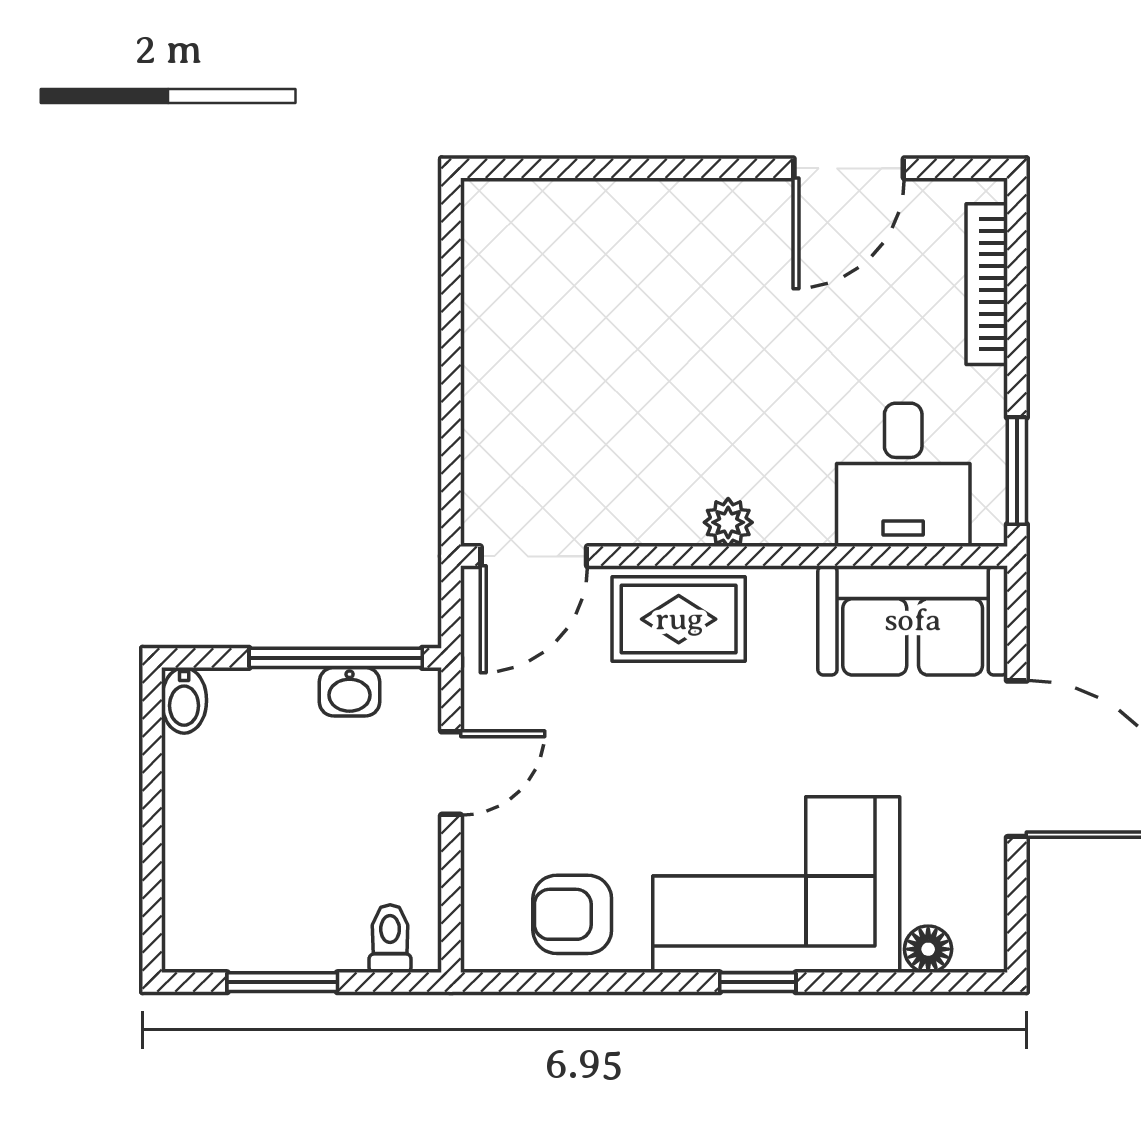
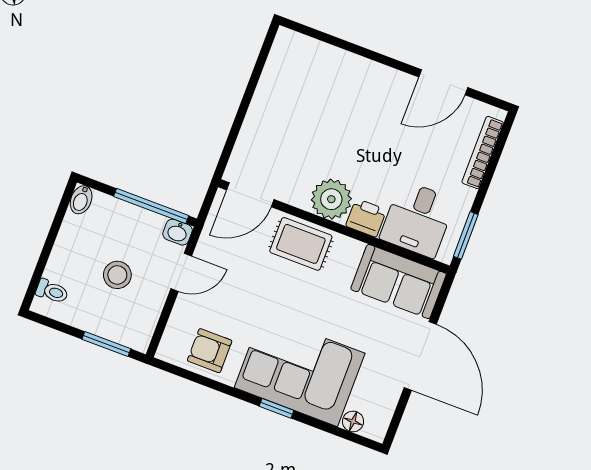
printer: (794, 513) -> (366, 218), added
plant: (728, 522) -> (331, 199), width x1.88, depth x1.88
washbasin: (350, 692) -> (178, 232), moved
stool: (319, 829) -> (117, 275), added
toilet: (390, 939) -> (52, 291), moved, turned 90
window: (282, 982) -> (106, 344), moved

